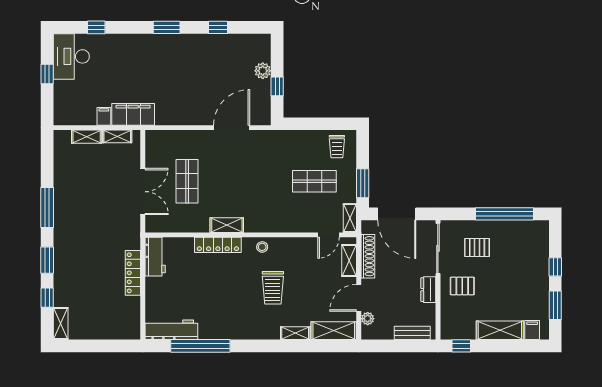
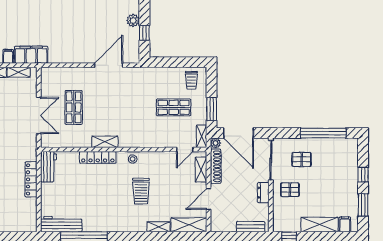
plant: (368, 319) -> (215, 143), moved

